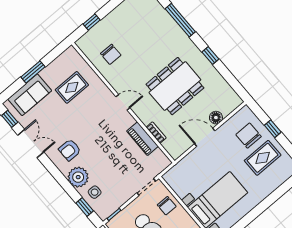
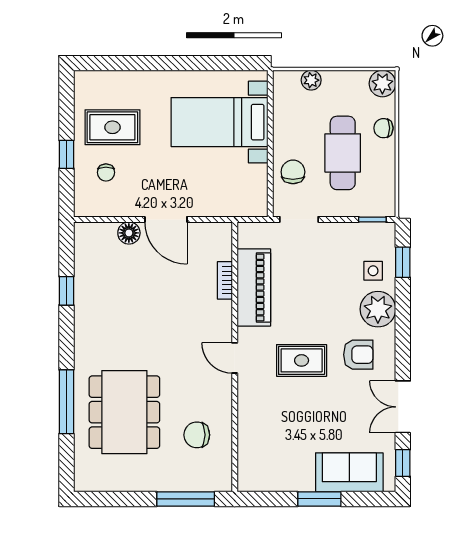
window: (92, 22) -> (186, 499), width x2.17
chair: (111, 54) -> (197, 435), turned -90
window: (210, 56) -> (66, 291), moved
dining table: (175, 86) -> (124, 412), moved, turned 90
rug: (72, 87) -> (302, 360), moved
chair: (249, 136) -> (106, 172), width x0.54, depth x0.54
piano: (143, 139) -> (254, 288), width x1.37, depth x1.33

